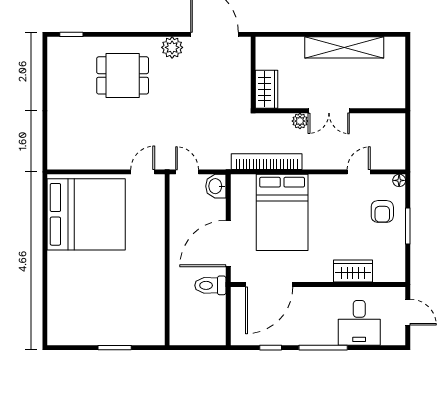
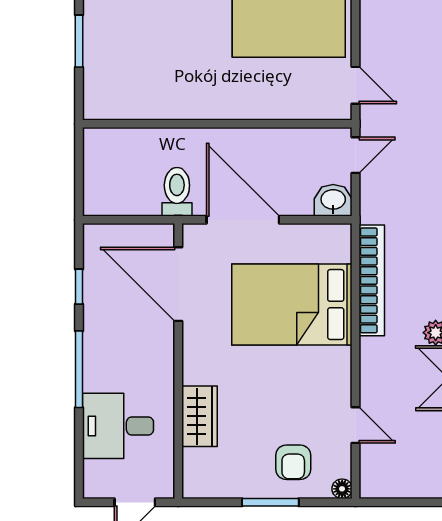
armchair: (382, 211) -> (293, 462), turned -90

